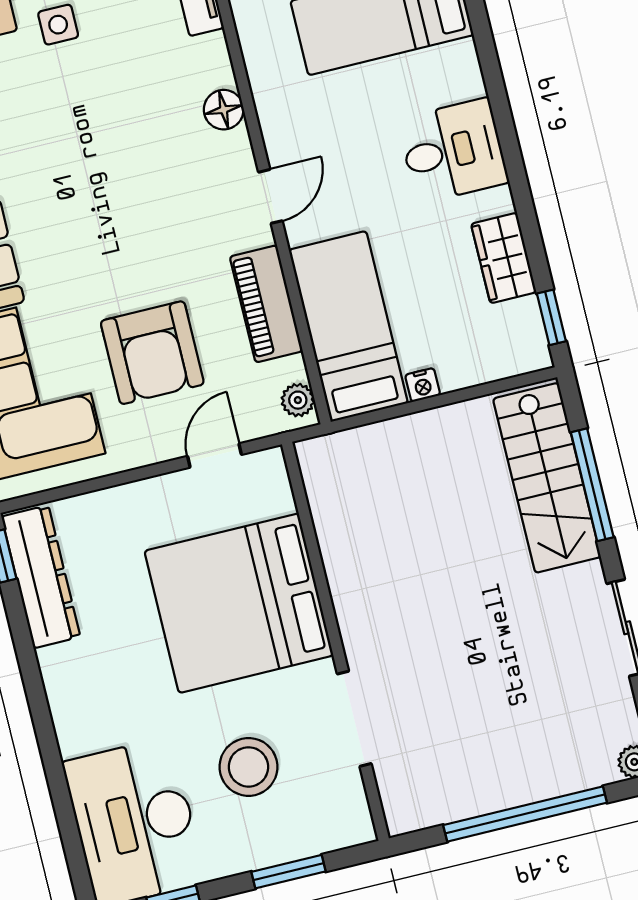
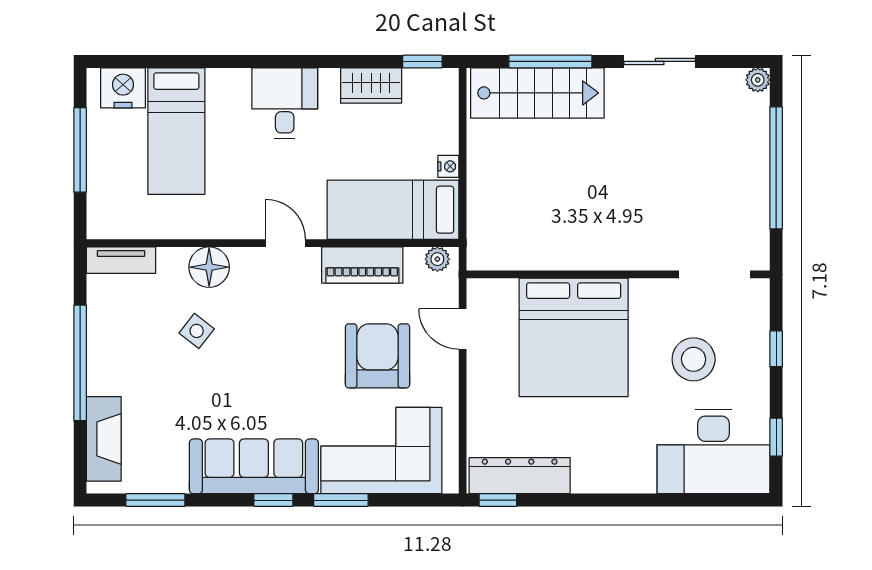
side table: (58, 25) -> (197, 331), moved, turned 38
floor lamp: (224, 110) -> (209, 267), width x1.38, depth x1.38
armchair: (152, 353) -> (377, 356), turned -90
doorway: (354, 719) -> (715, 274), moved
window: (289, 872) -> (776, 349), width x0.67

